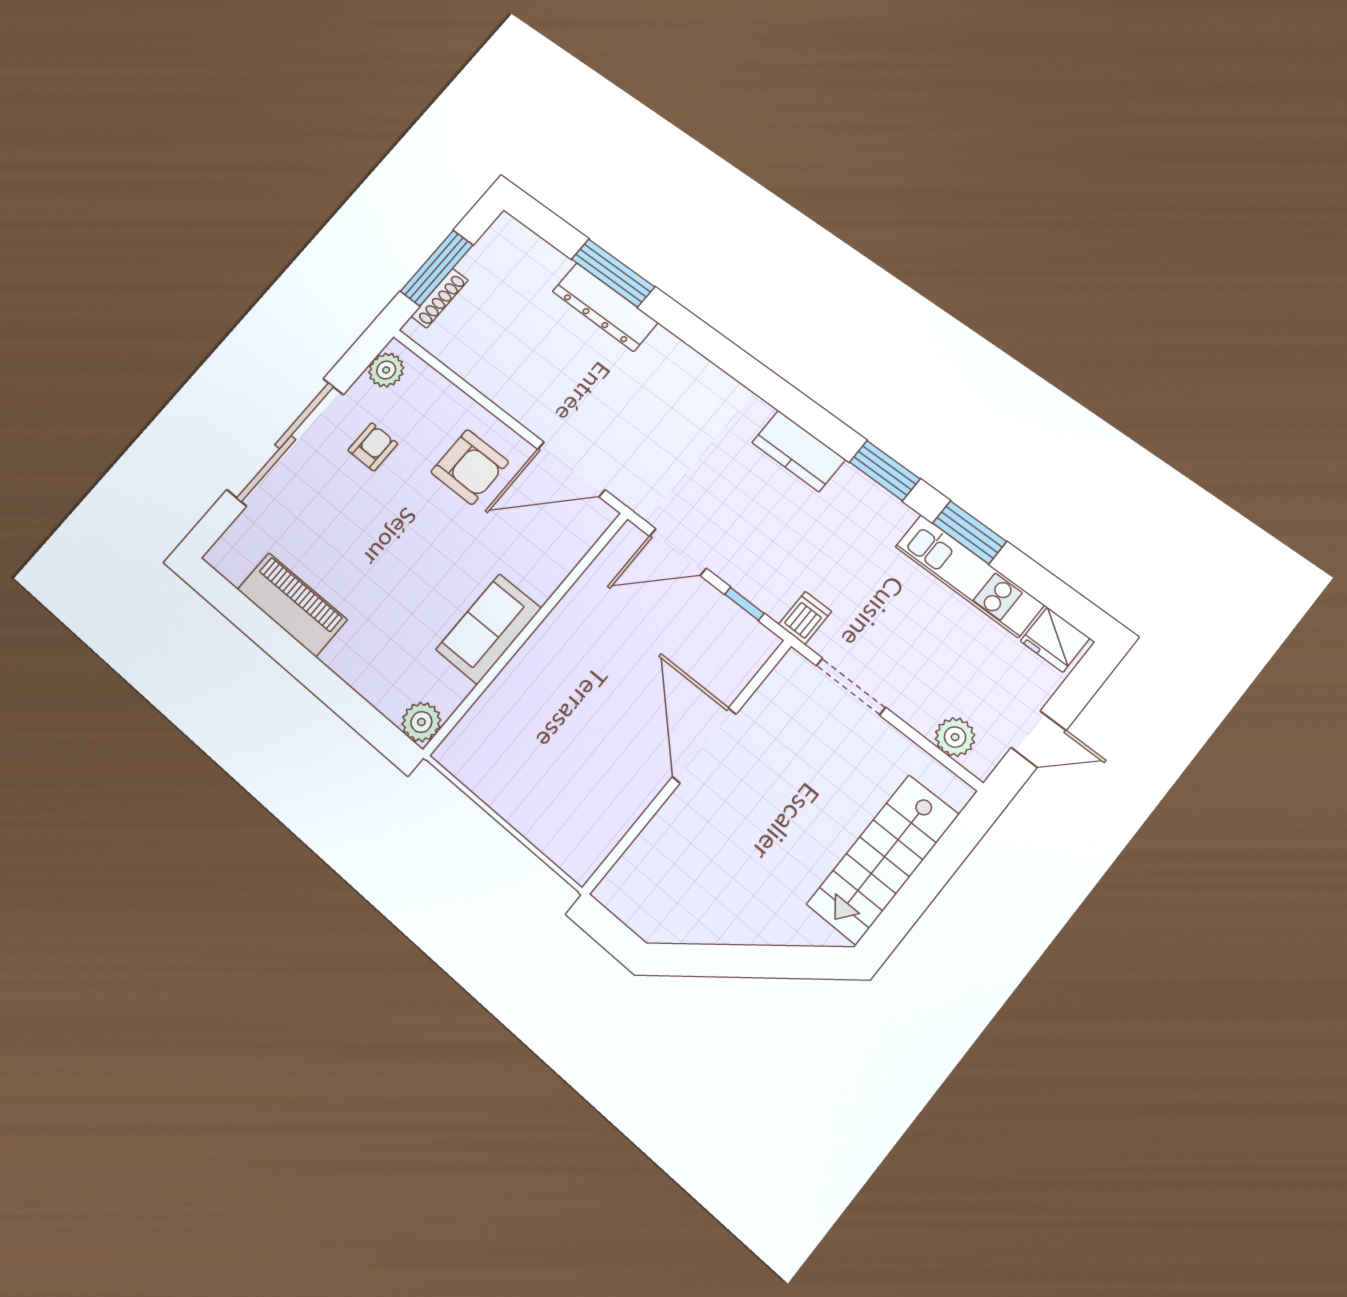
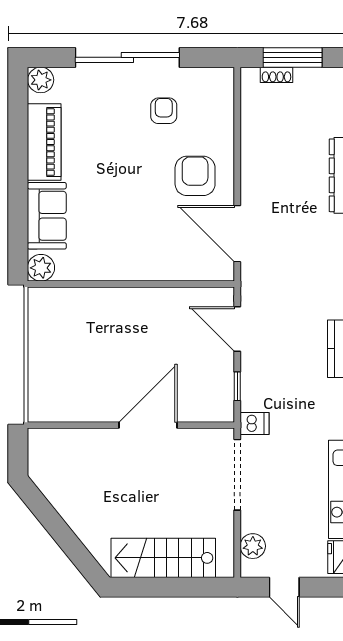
shoe rack: (440, 298) -> (276, 75), width x0.70
plant: (386, 370) -> (41, 80), moved
armchair: (373, 447) -> (164, 111), turned -90
armchair: (470, 467) -> (195, 176), turned 180
sofa: (489, 629) -> (47, 216), moved, turned 90
doorway: (851, 686) -> (237, 475), width x1.36

